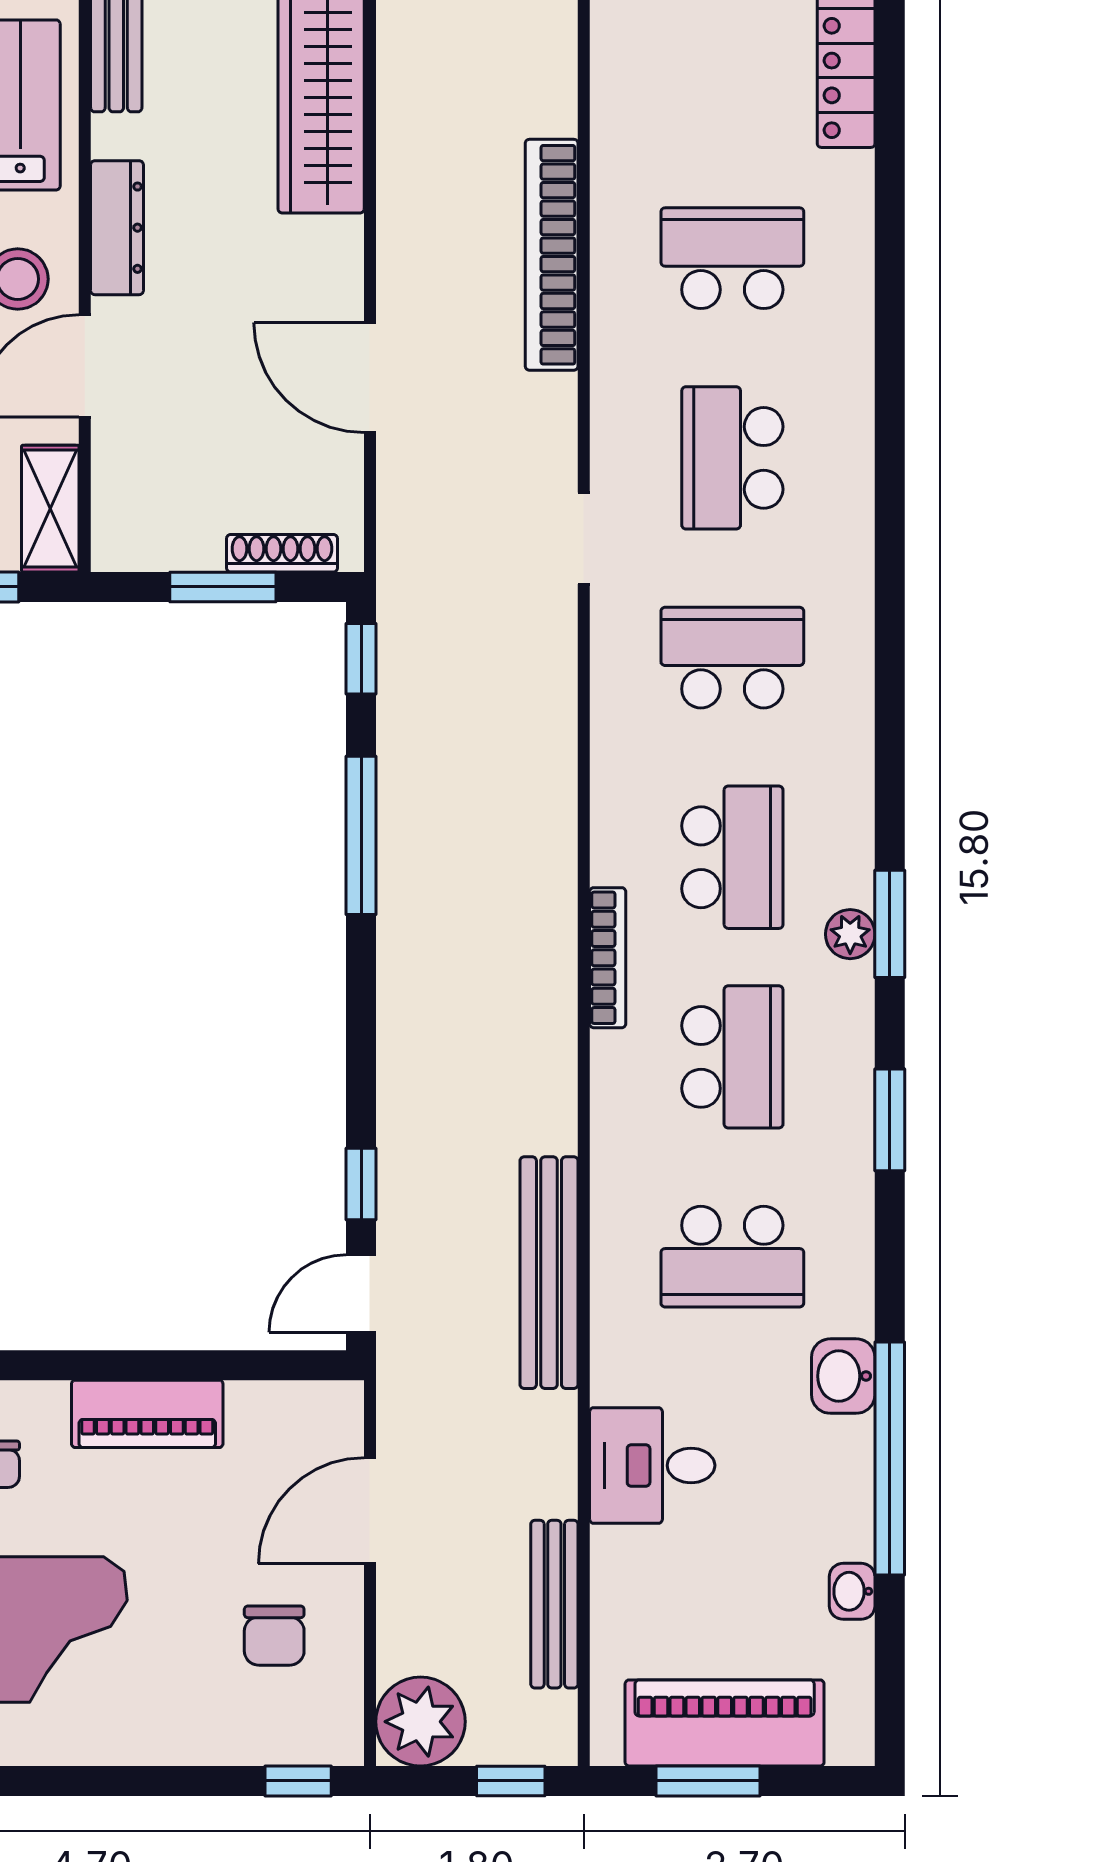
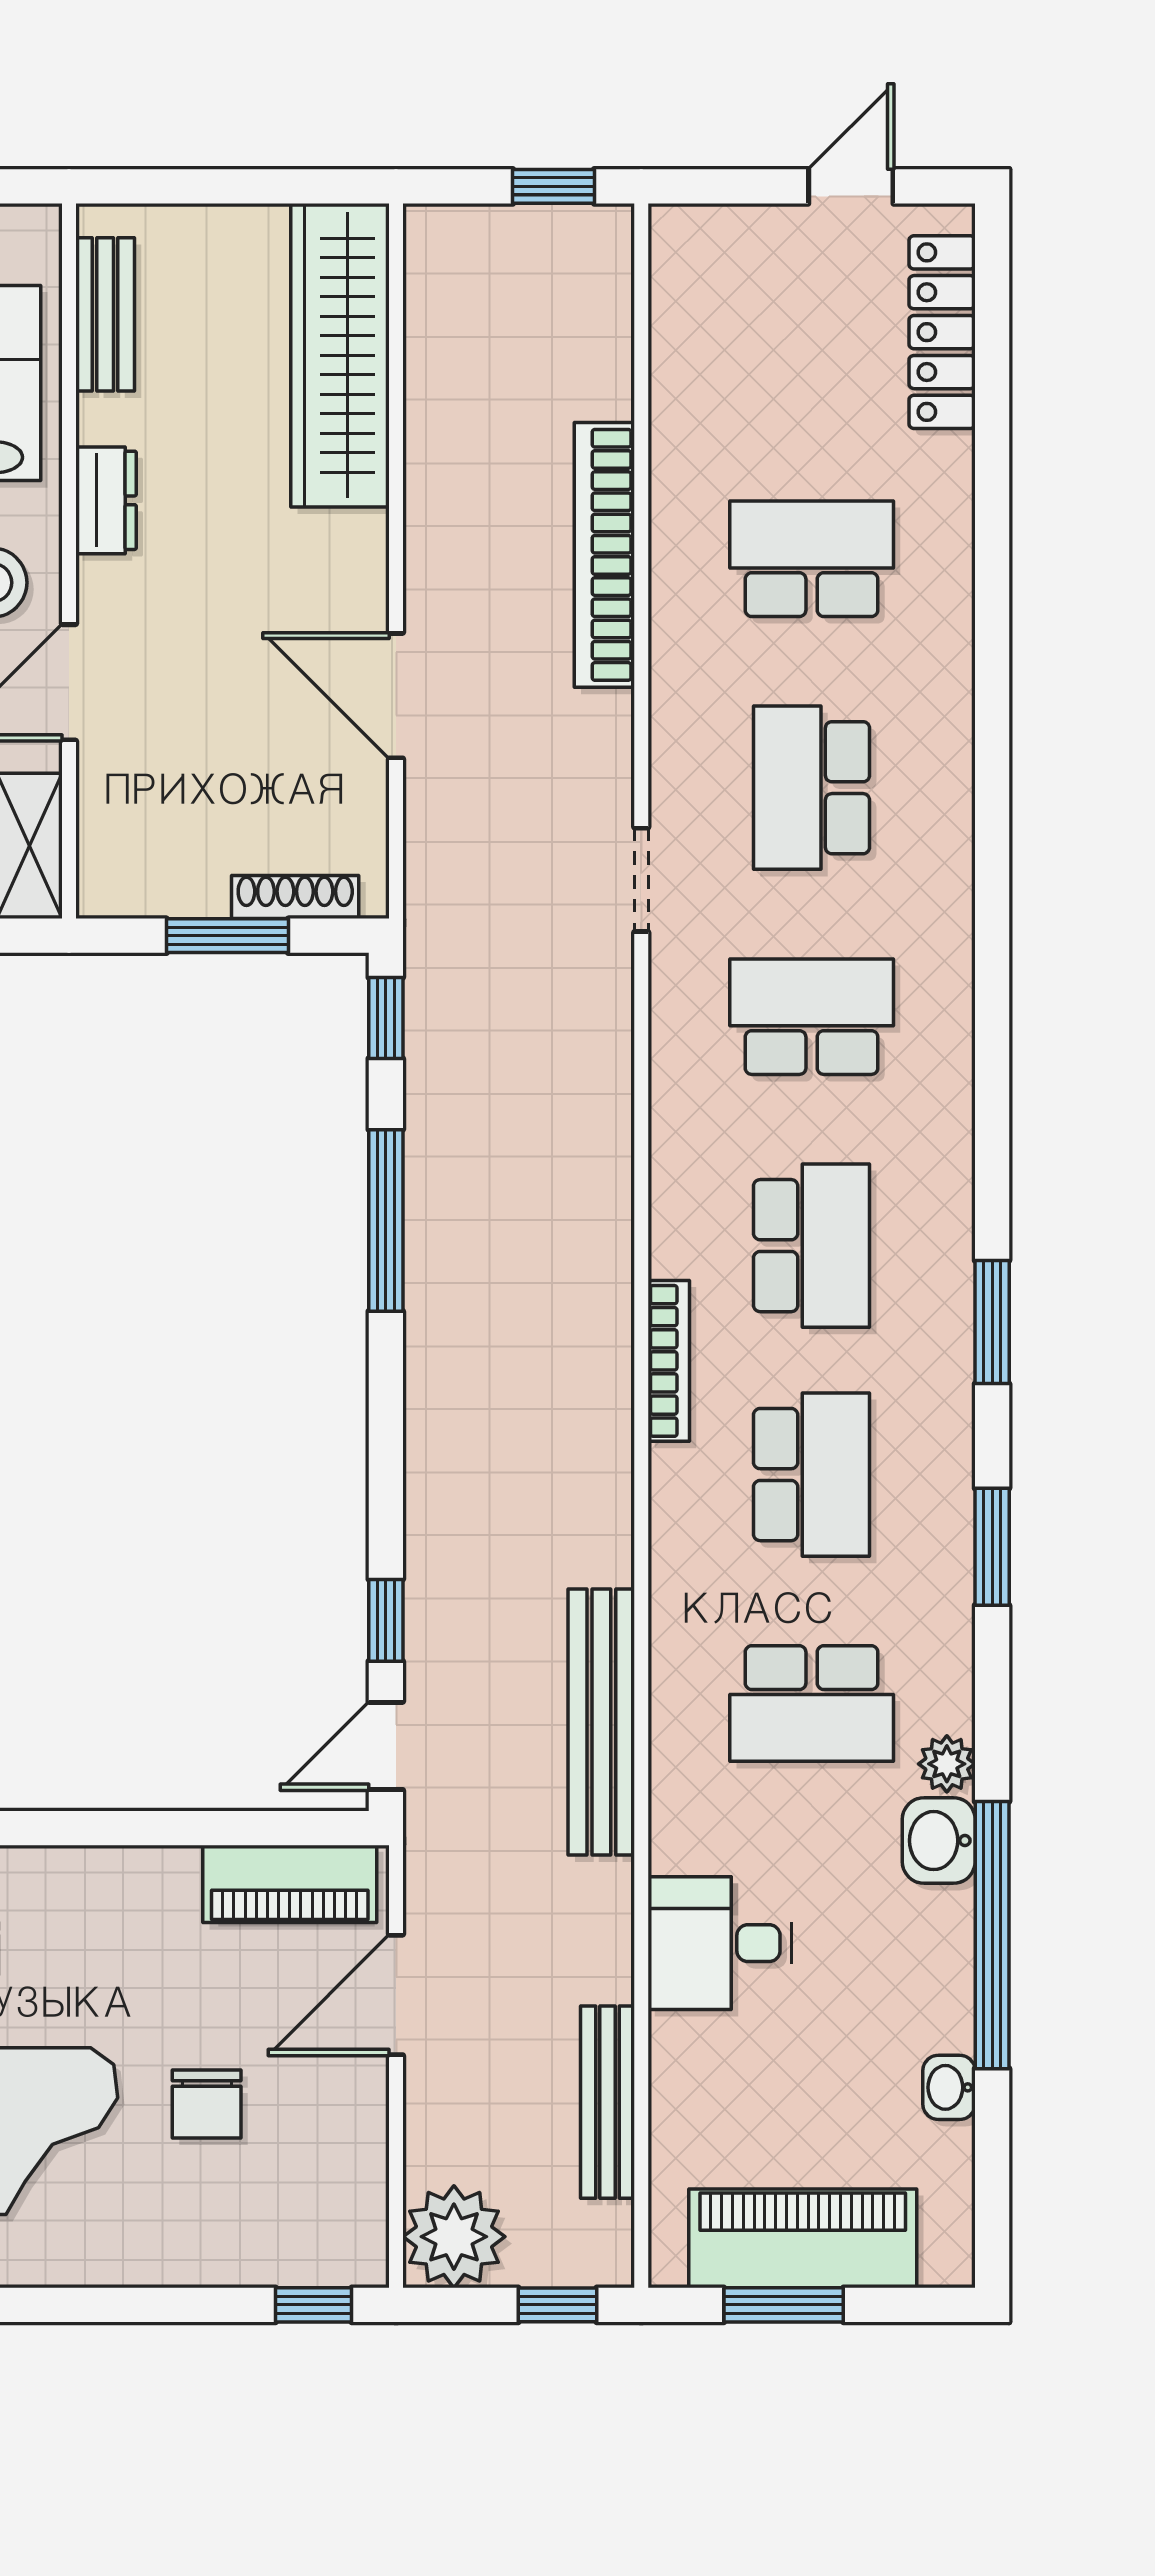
dresser: (117, 228) -> (106, 500), width x0.70
plant: (850, 934) -> (947, 1764), moved
piano: (147, 1414) -> (290, 1884), moved
chair: (274, 1636) -> (207, 2104), moved

